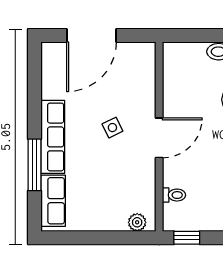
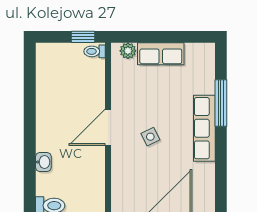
toilet: (174, 195) -> (95, 51), moved
row of seats: (53, 201) -> (161, 54), moved, turned -90

